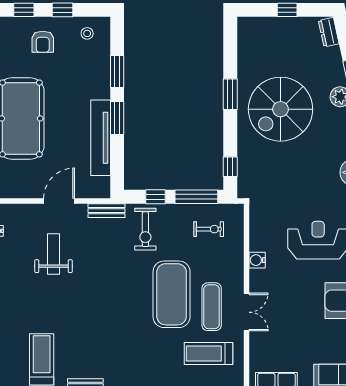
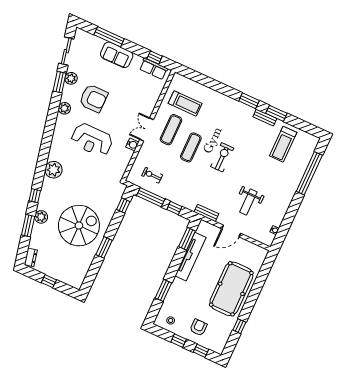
window: (117, 118) -> (187, 239), moved
exercise bike: (145, 229) -> (222, 157), moved
exercise mat: (172, 294) -> (191, 147), width x0.50, depth x0.69
double door: (247, 312) -> (147, 130), moved

